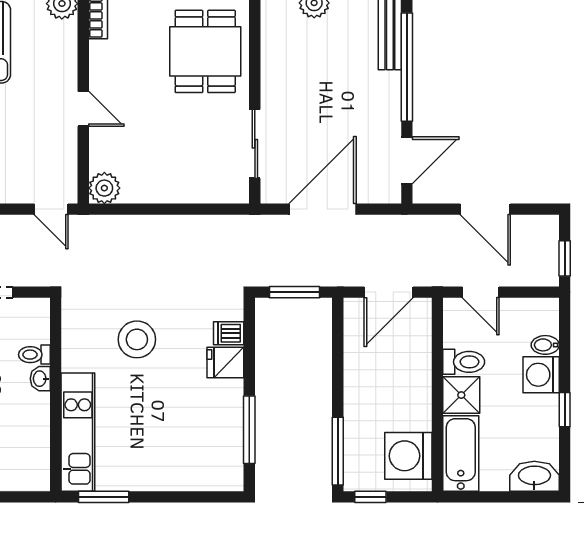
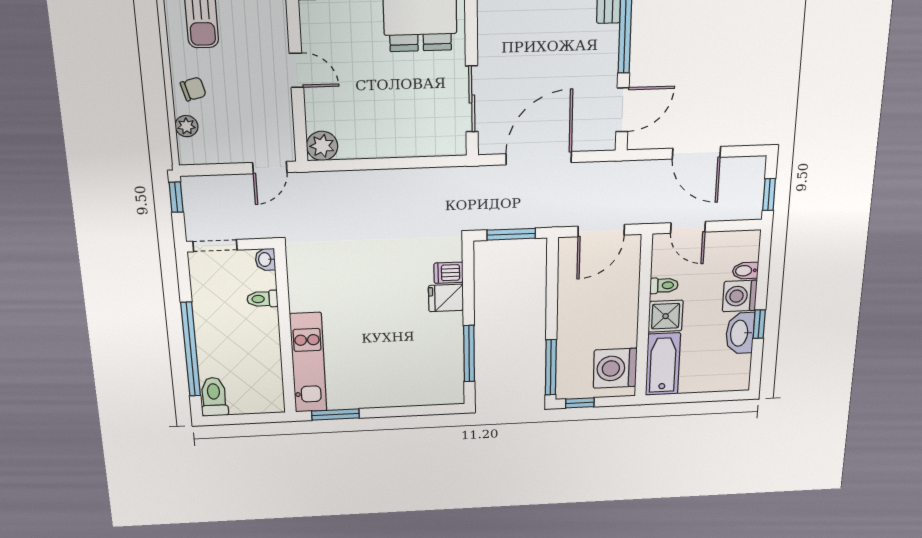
door: (51, 209) -> (270, 168), hinge flipped
stool: (137, 339) -> (361, 282), removed
toilet: (464, 362) -> (664, 285), width x0.73, depth x0.72
washbasin: (40, 379) -> (265, 259), moved
washbasin: (534, 476) -> (740, 333), moved, turned -90

